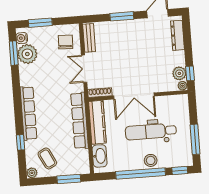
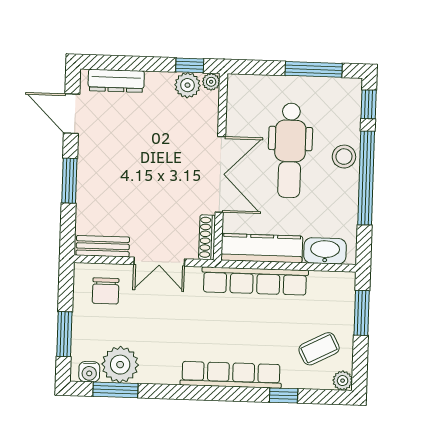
chair: (66, 42) -> (106, 291), turned -92

